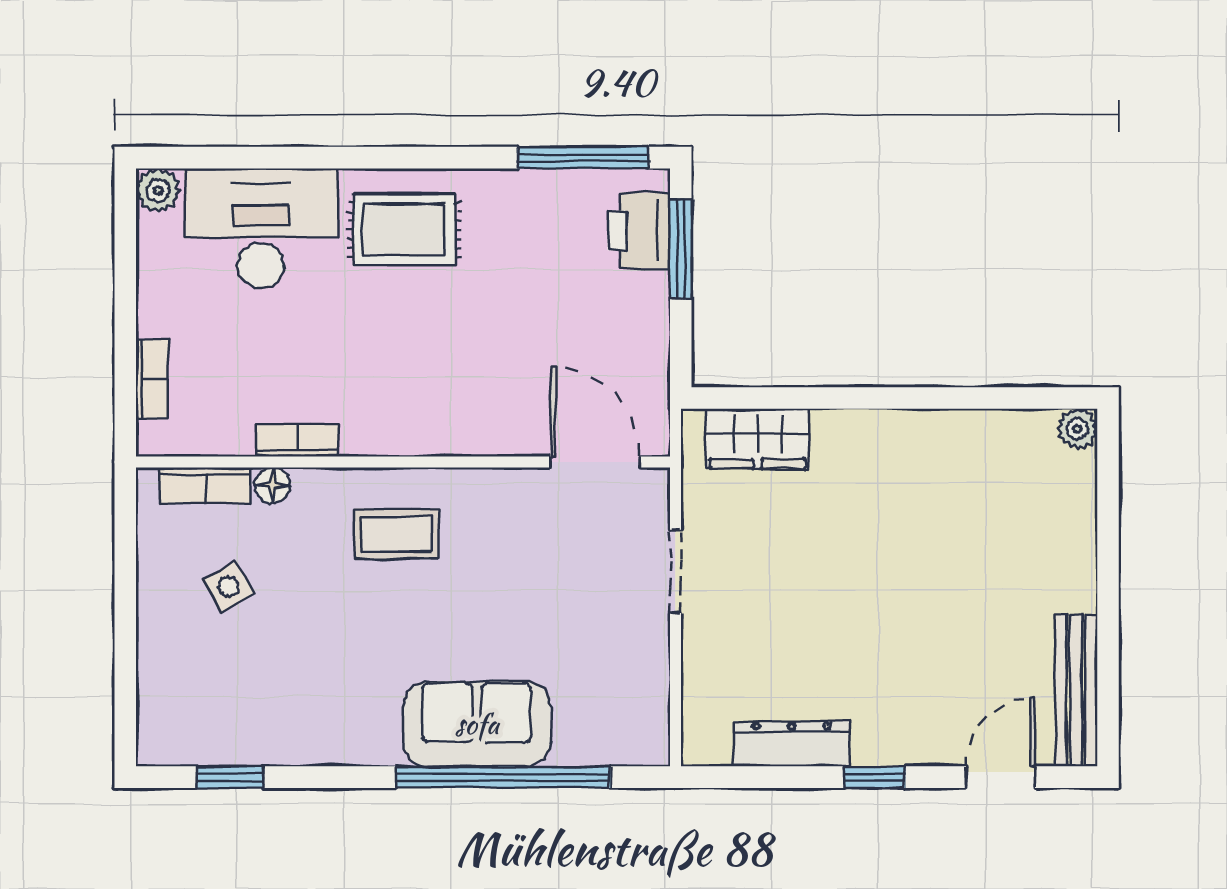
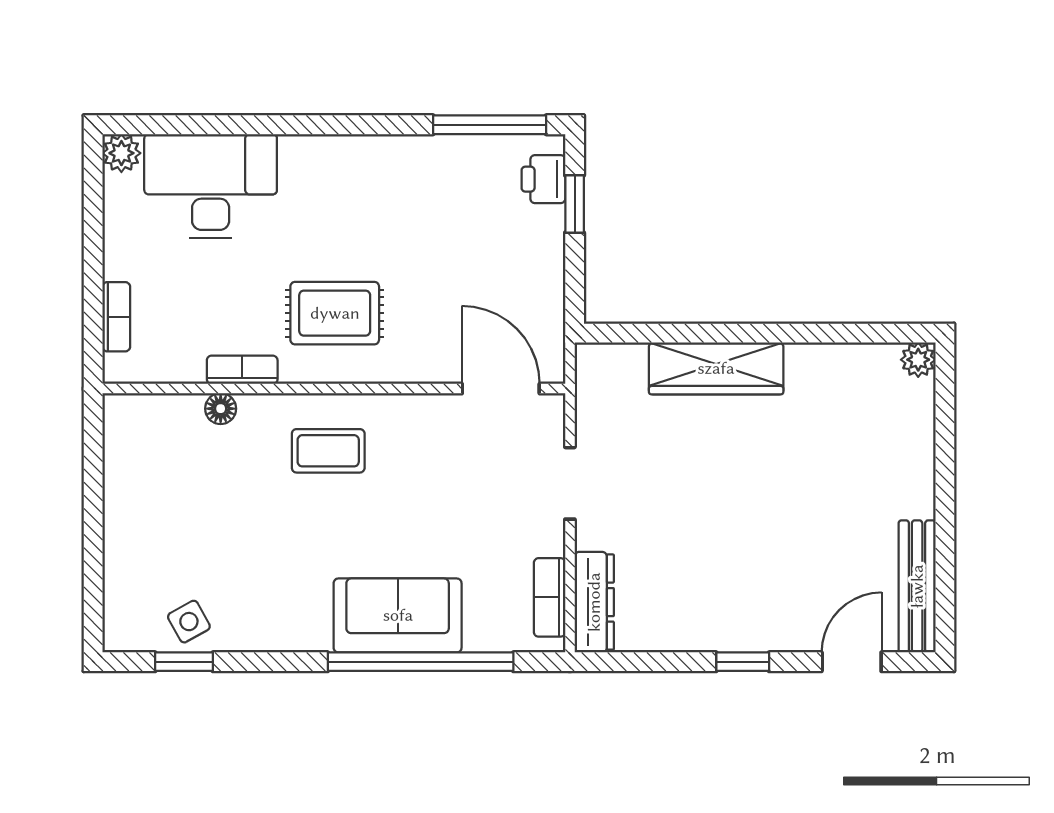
rug: (404, 230) -> (335, 313), moved
printer: (639, 230) -> (543, 179), width x0.73, depth x0.81
window: (681, 249) -> (575, 204), width x0.67
wardrobe: (758, 439) -> (716, 368), moved, width x1.50
bookcase: (205, 485) -> (550, 597), moved, turned 90
side table: (228, 587) -> (189, 622), moved
dresser: (792, 744) -> (594, 602), moved, turned 90

